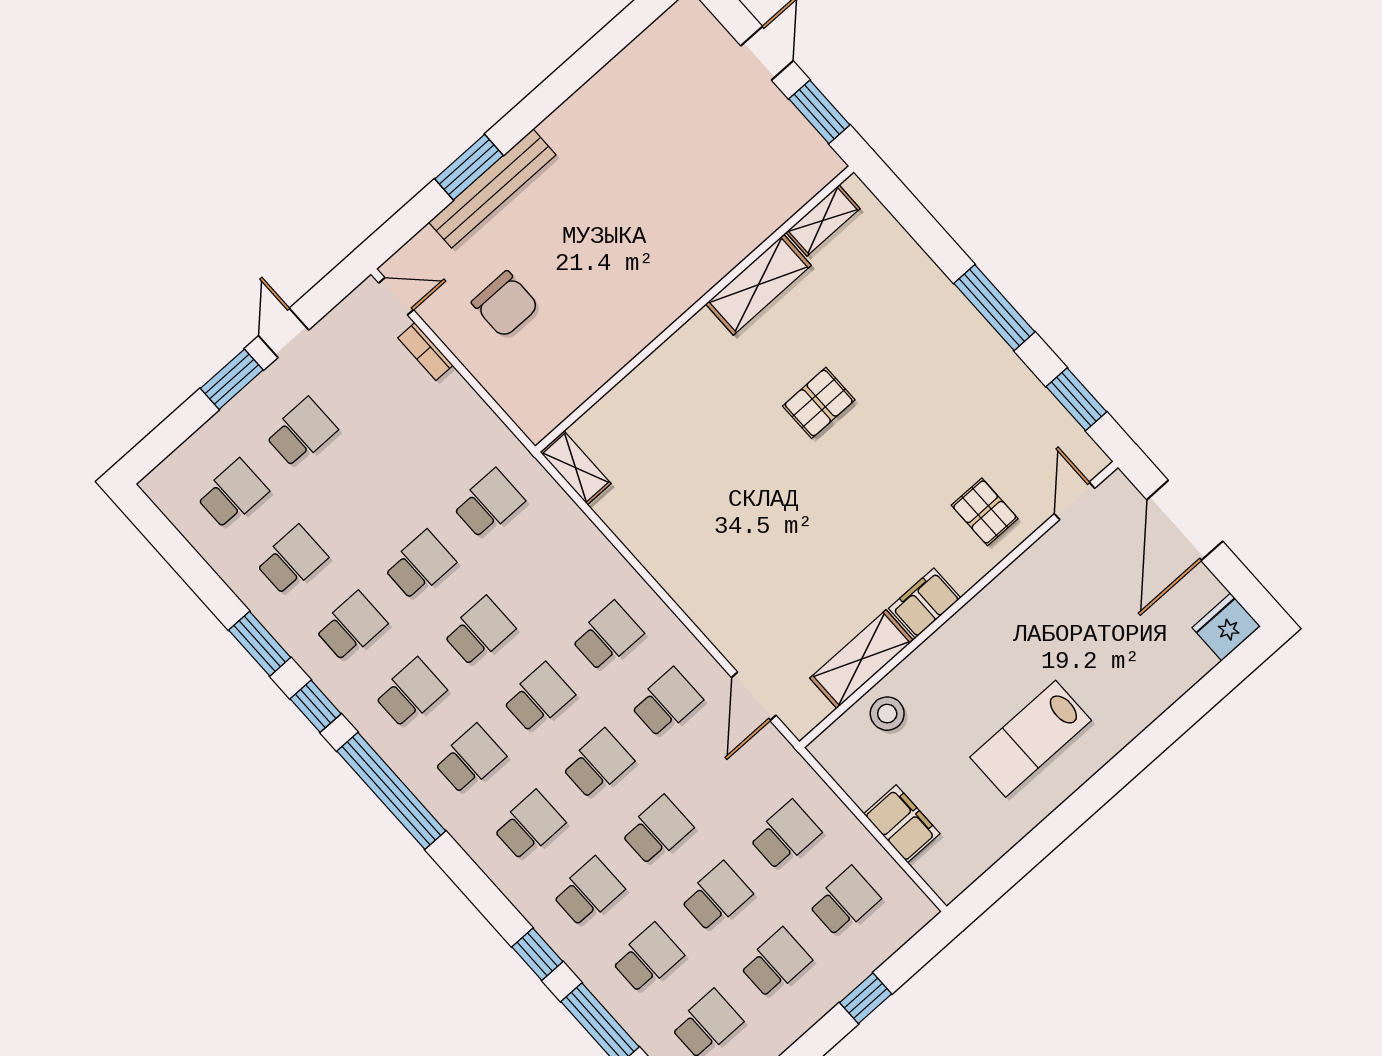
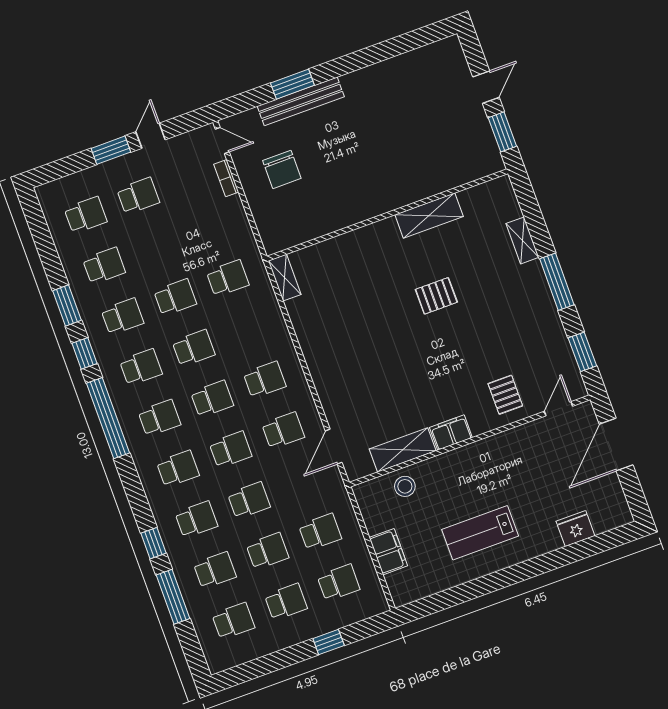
shelving: (823, 220) -> (522, 240), moved, turned 90
fridge: (1226, 627) -> (575, 529), moved

